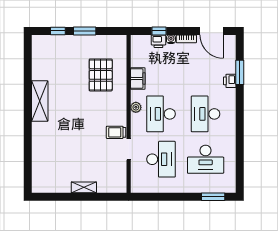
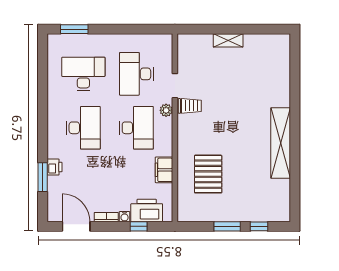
printer: (158, 41) -> (147, 210), width x1.87, depth x1.48
shelving: (40, 101) -> (281, 143), width x1.47
plant: (136, 107) -> (166, 110), moved

